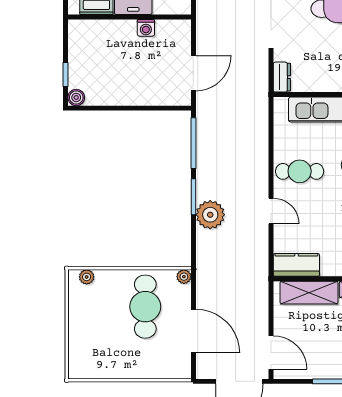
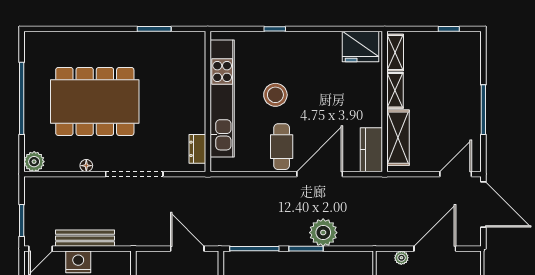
dresser: (282, 77) -> (197, 149), moved, turned -90
door: (271, 211) -> (320, 174), width x1.88
plant: (184, 277) -> (401, 258), moved

